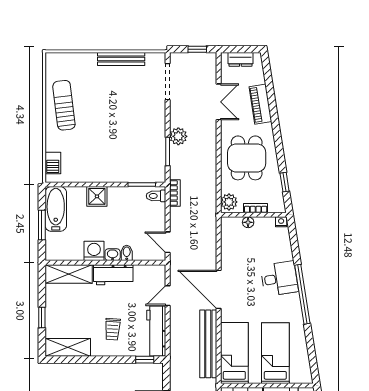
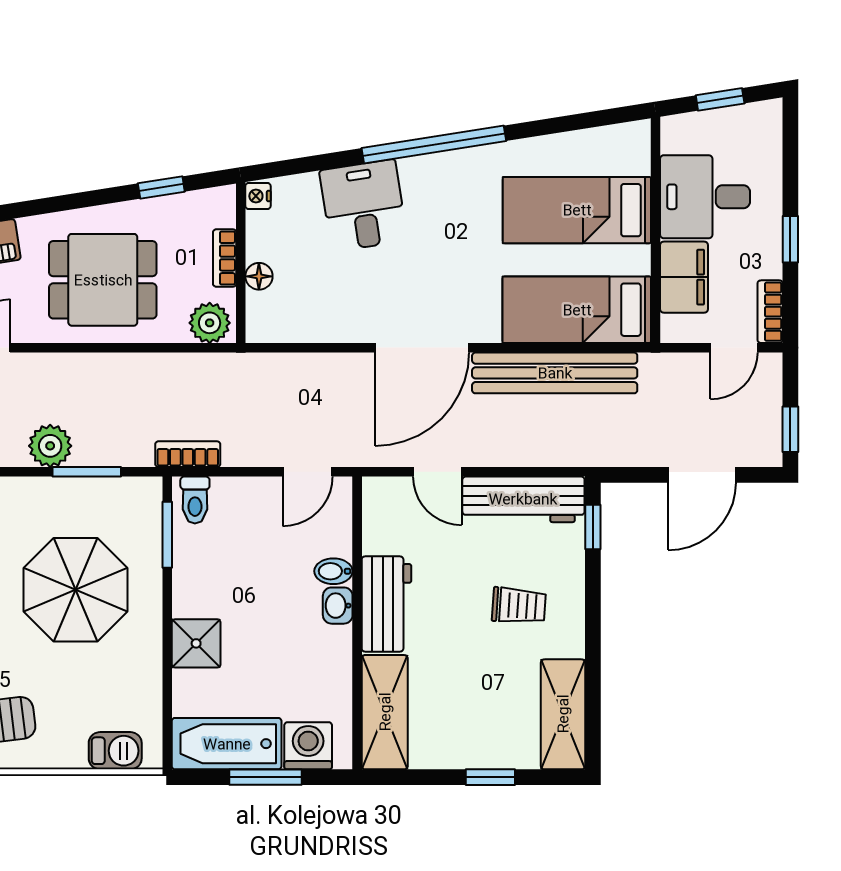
parasol: (119, 147) -> (75, 590), added
washing machine: (94, 251) -> (308, 746), moved, turned 90
desk: (279, 279) -> (363, 205), moved

